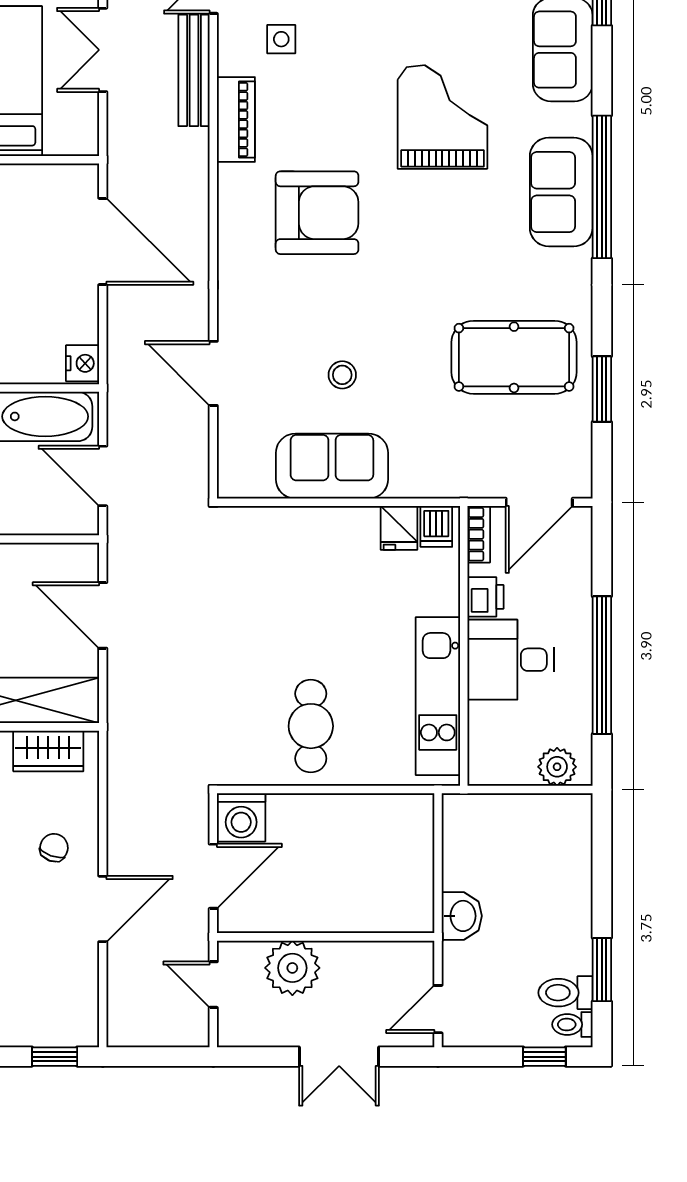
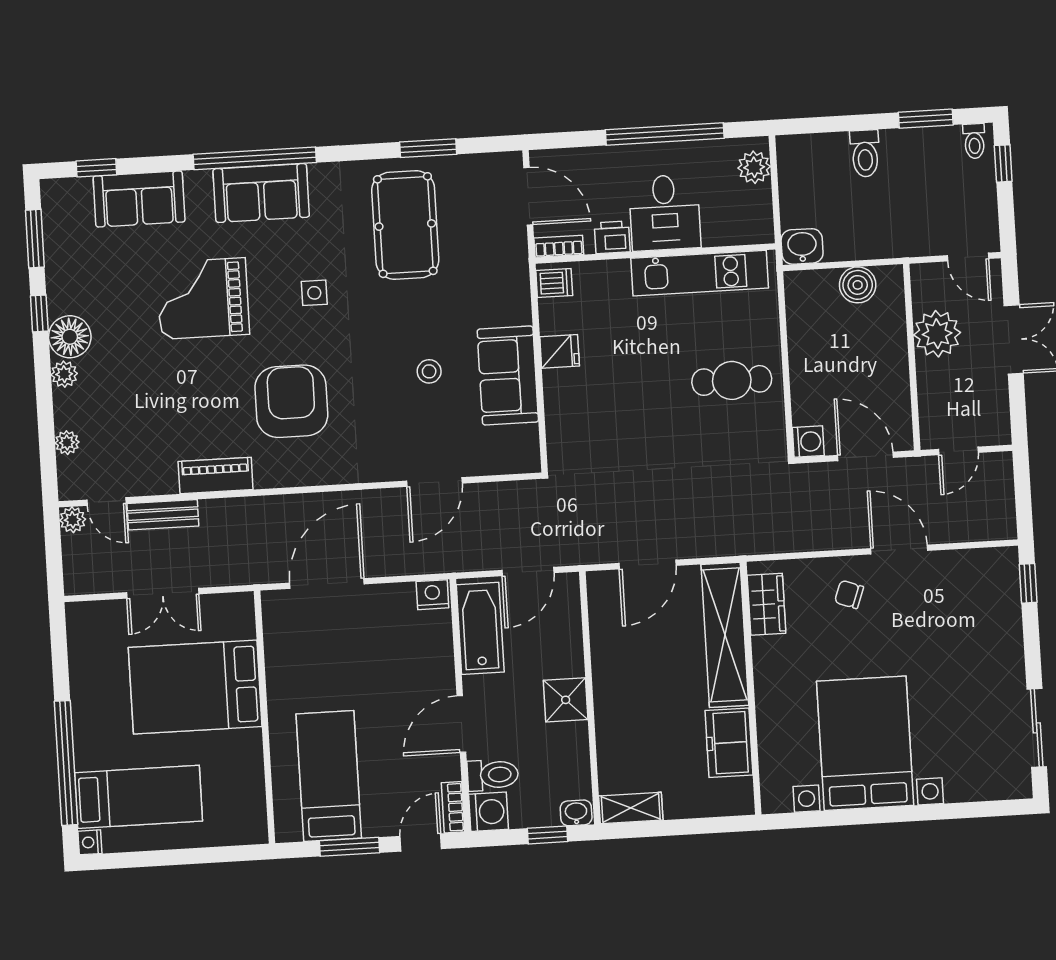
side table: (281, 39) -> (314, 293), moved
bench: (194, 70) -> (163, 515), width x0.73
fridge: (399, 528) -> (560, 351), moved
washing machine: (241, 817) -> (808, 442), width x0.73, depth x0.73
boiler: (413, 879) -> (858, 285), added
washbasin: (462, 916) -> (802, 246), moved
plant: (292, 968) -> (937, 334), moved
toilet: (566, 993) -> (865, 153), moved

